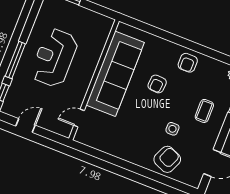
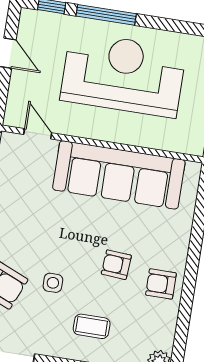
reception desk: (54, 58) -> (123, 75), width x1.36, depth x1.30
armchair: (157, 84) -> (116, 265), moved

